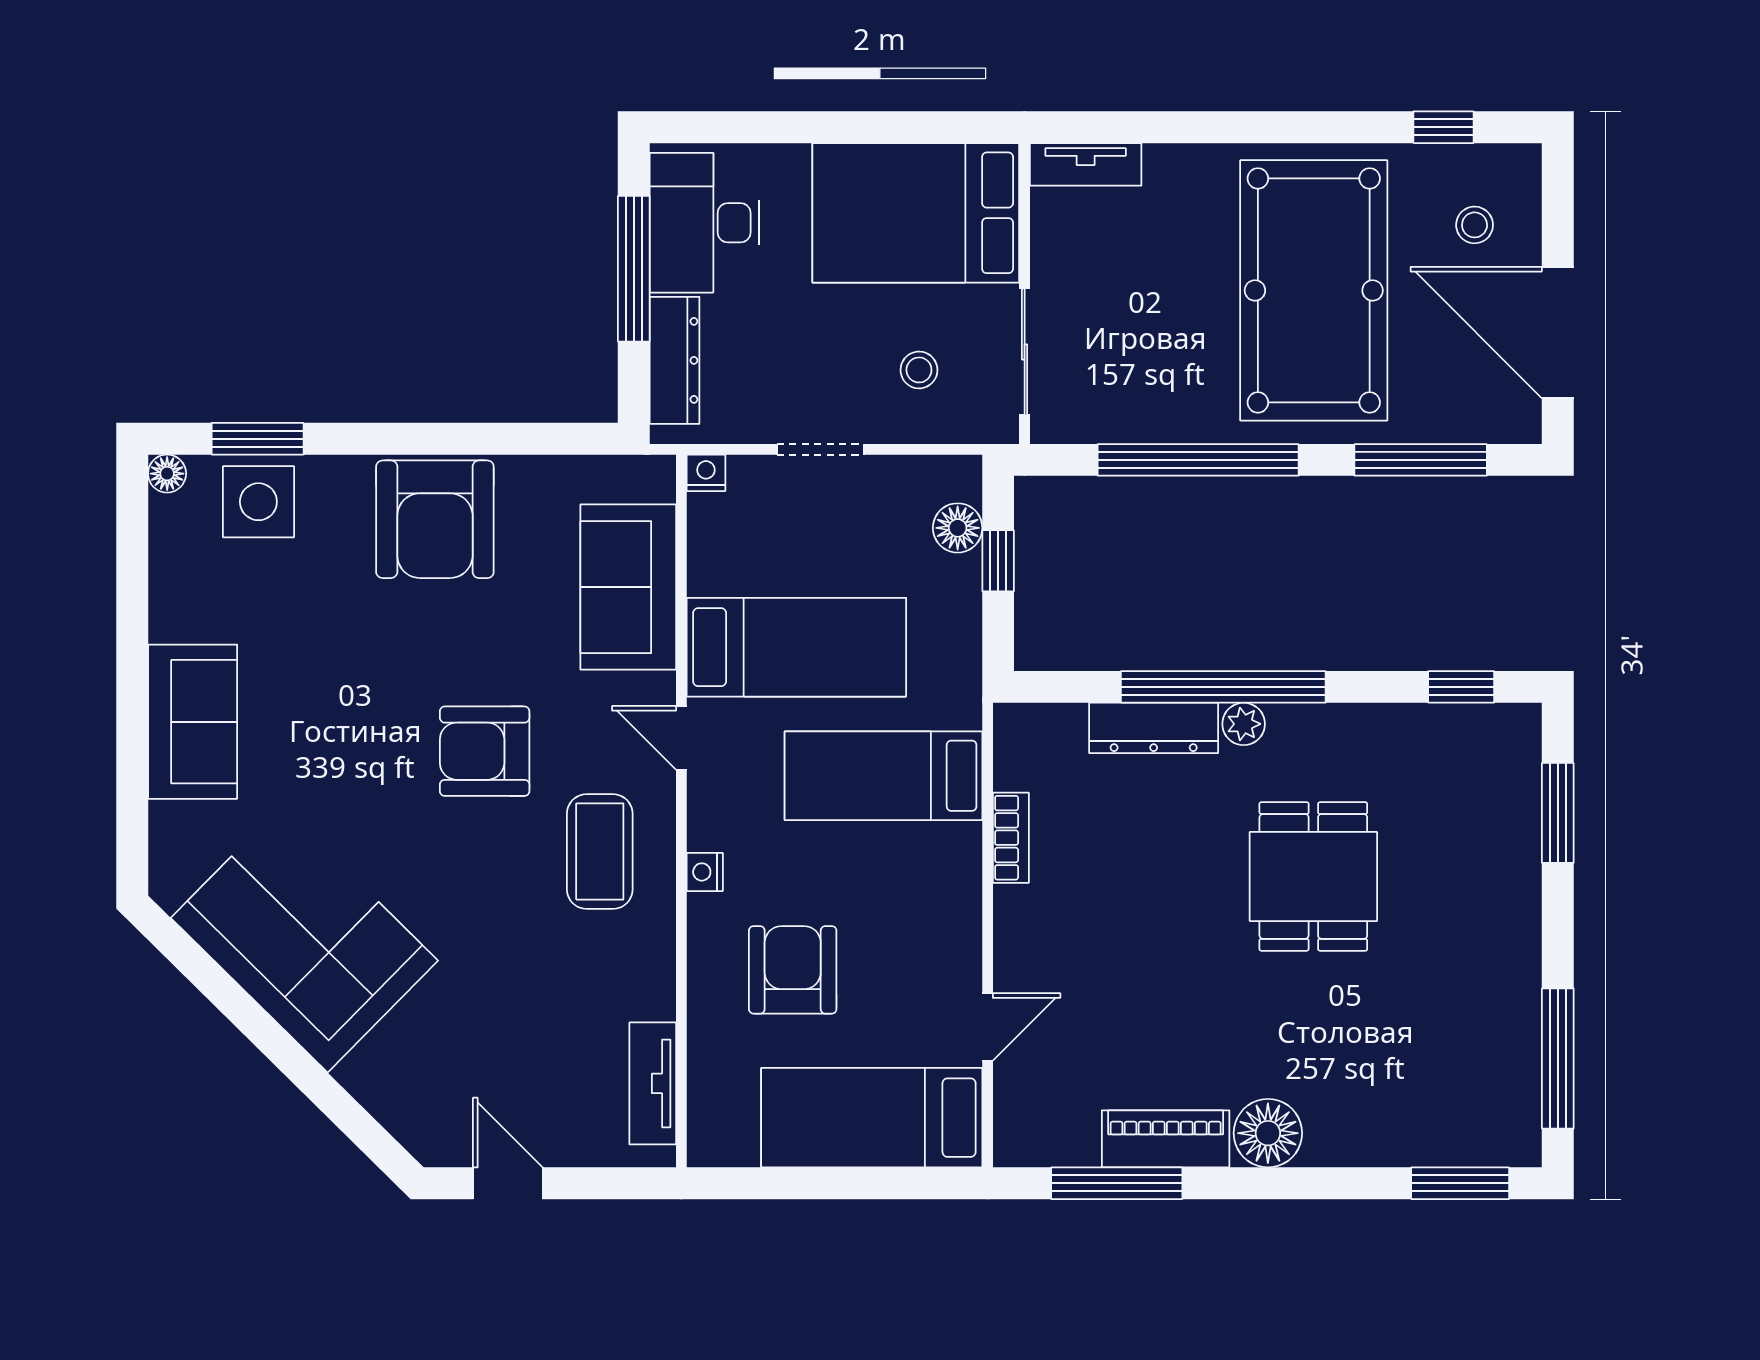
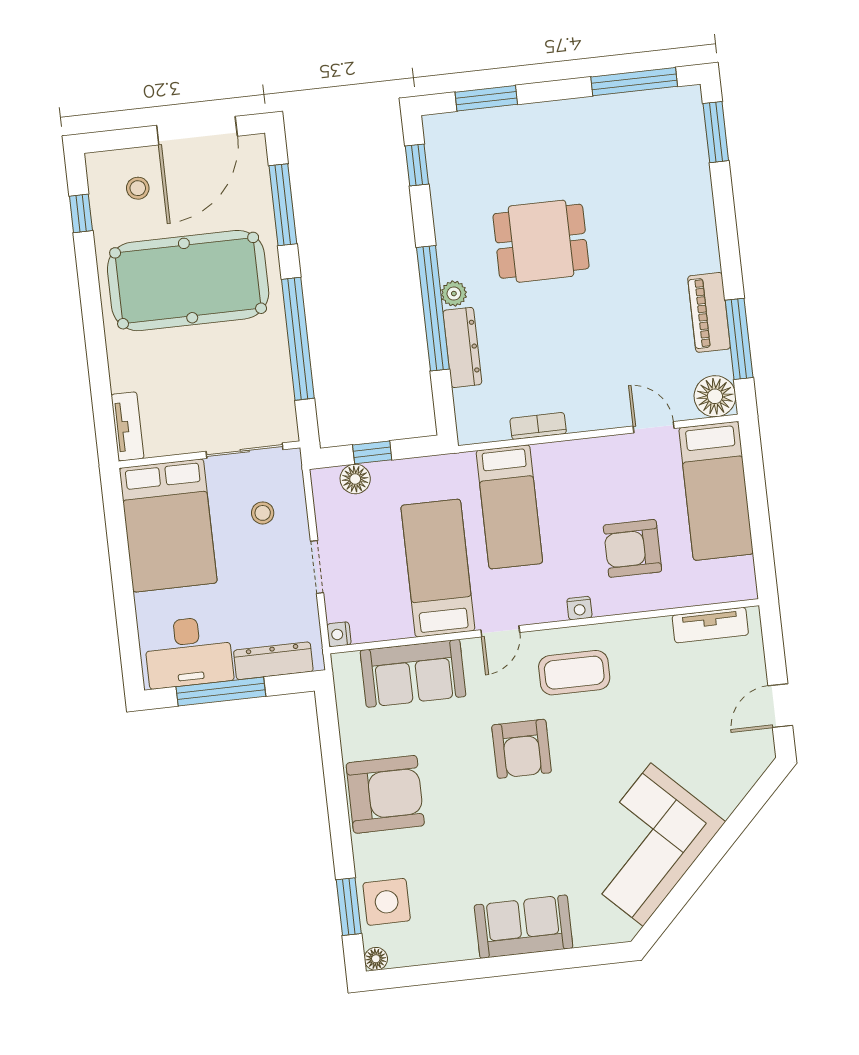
floor lamp: (1268, 1133) -> (715, 396), moved

